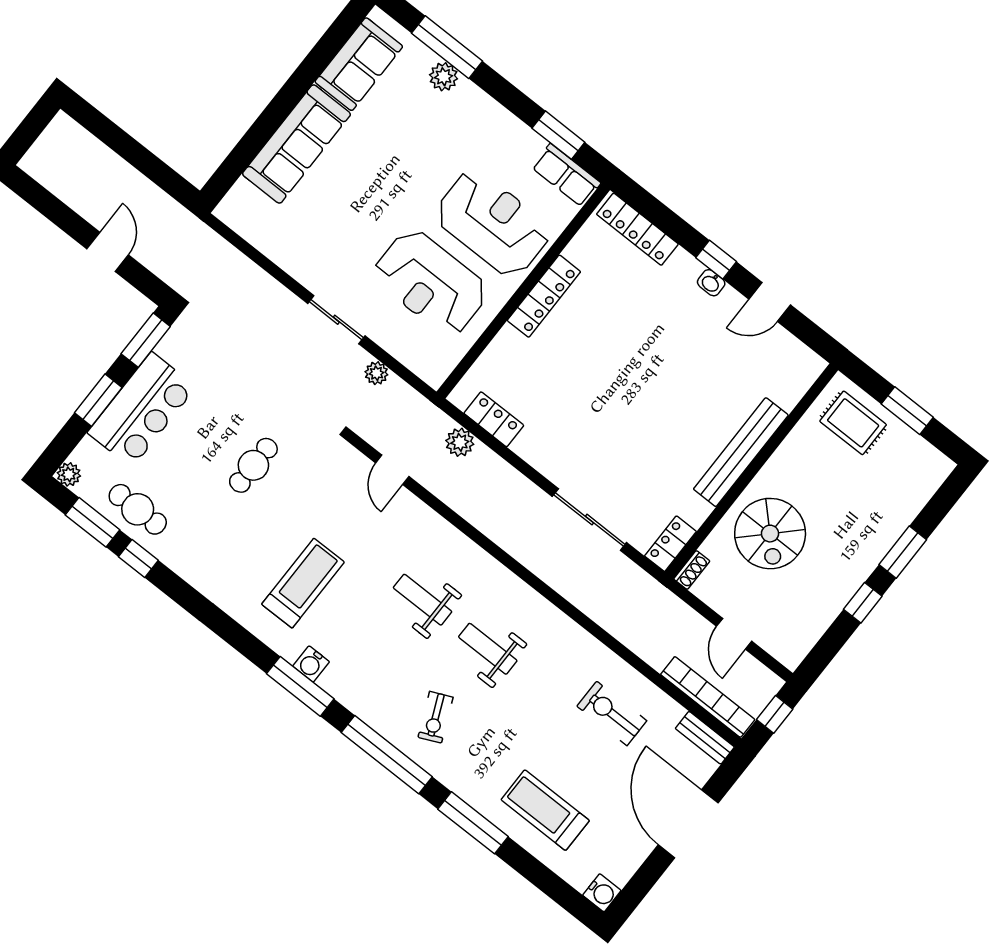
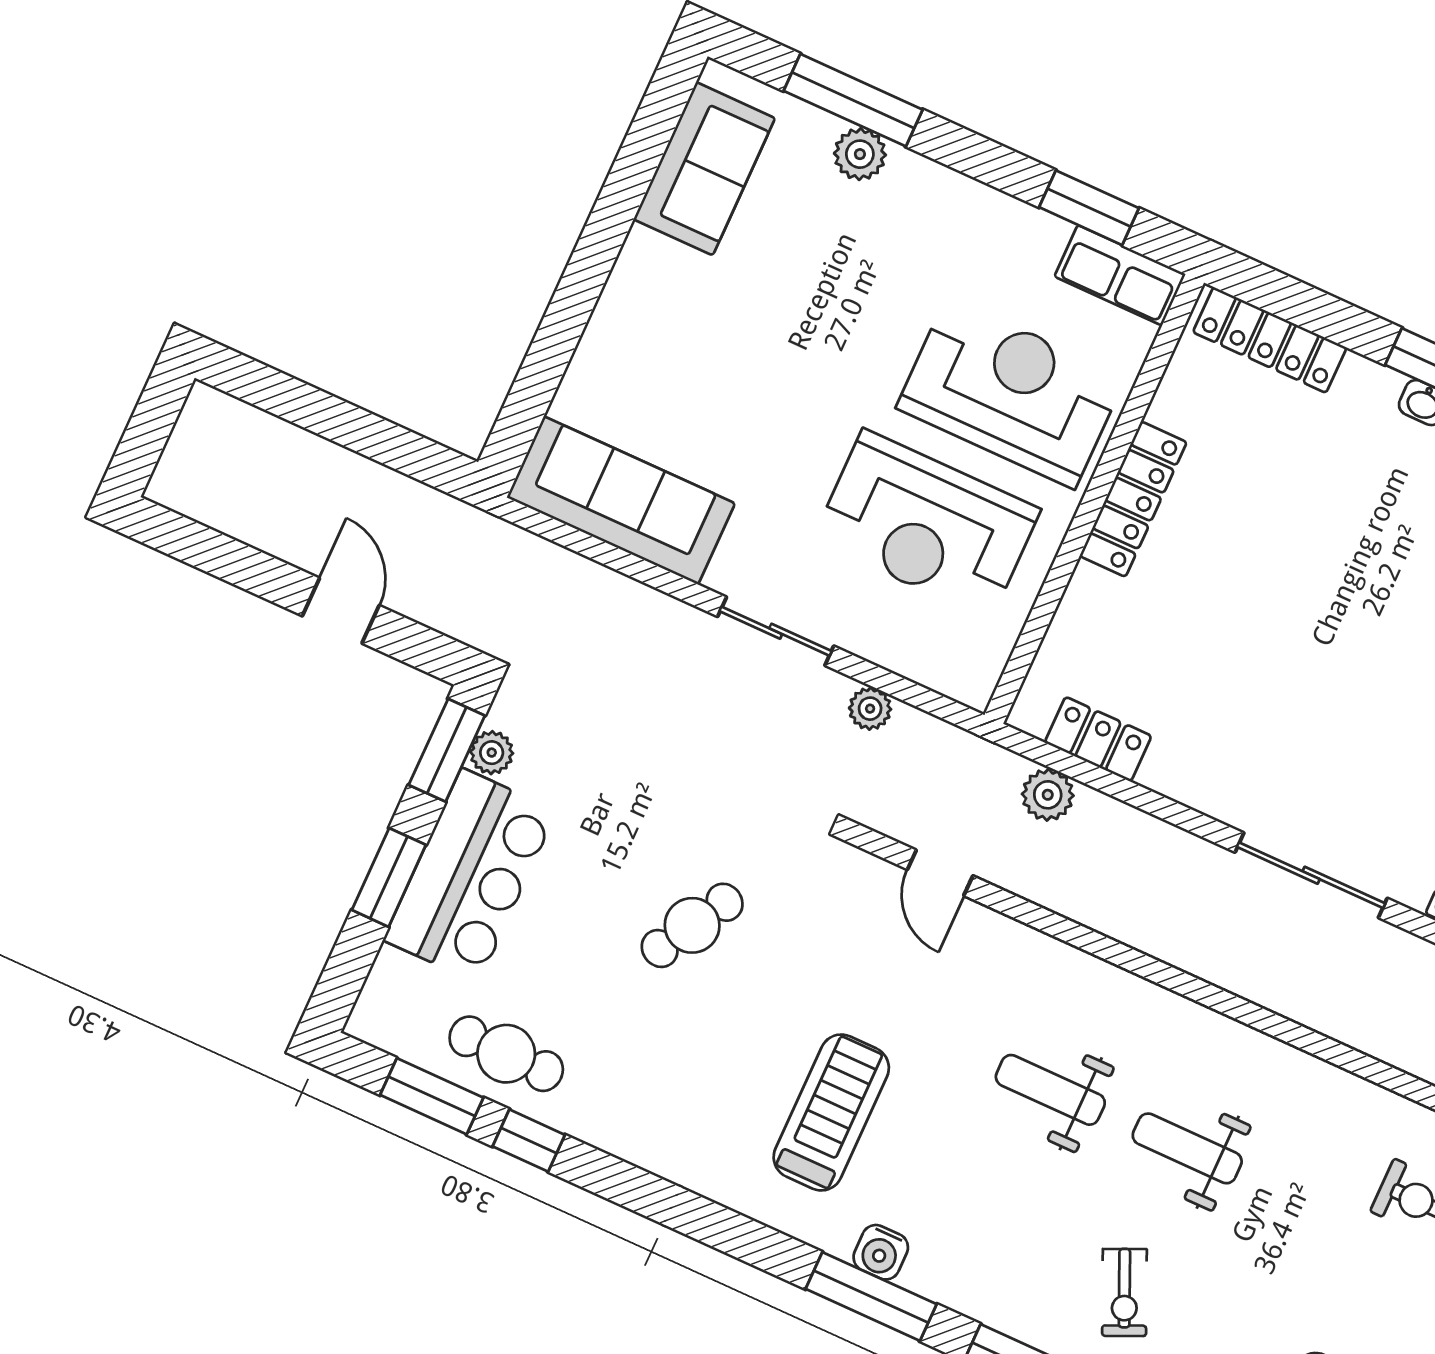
sofa: (296, 144) -> (621, 500), moved, turned -90
cafe table: (253, 465) -> (692, 925), turned 30
plant: (69, 474) -> (492, 753), moved

